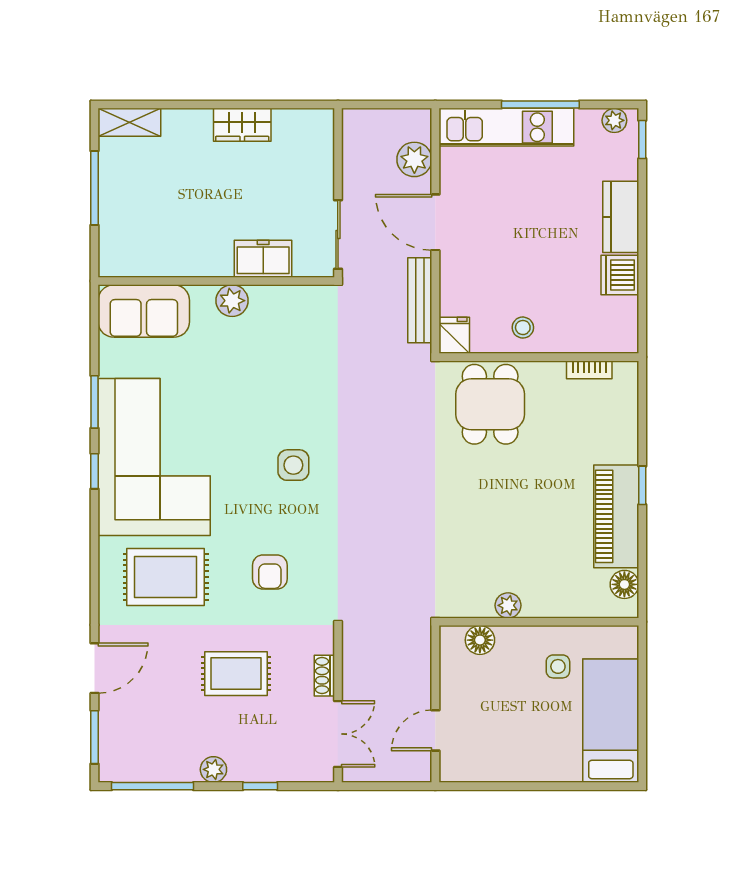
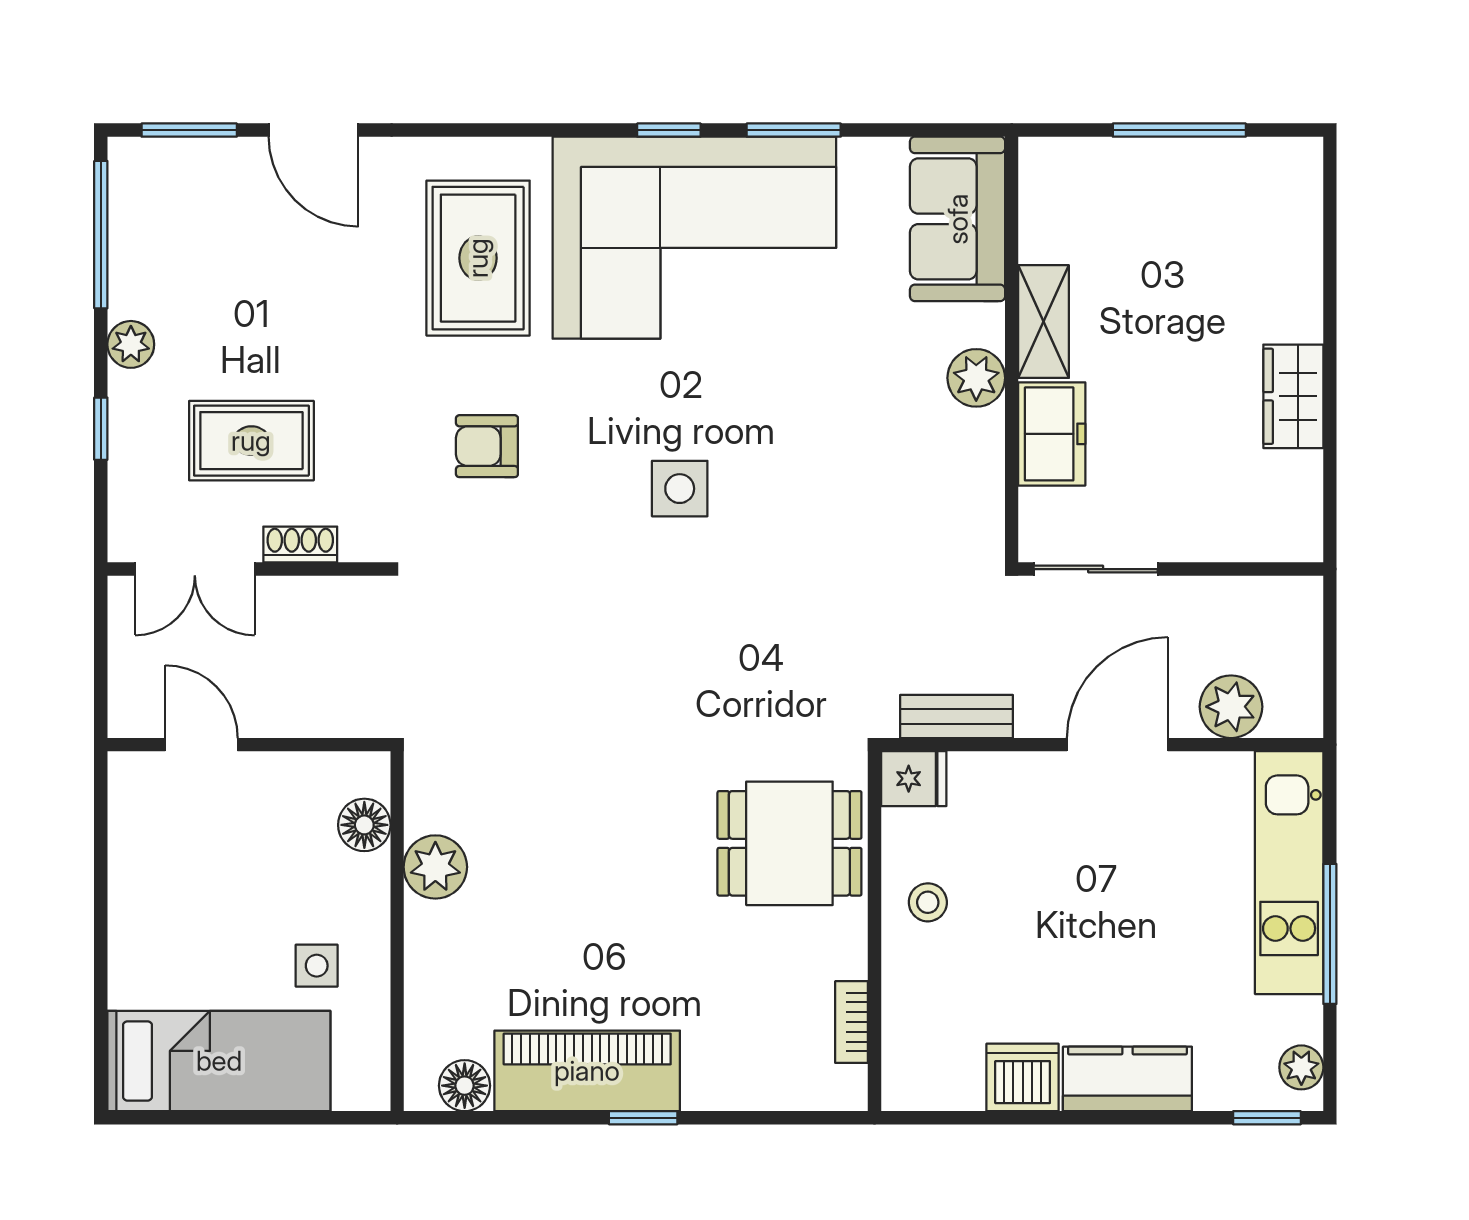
shelving: (129, 122) -> (1044, 322), moved
bench: (420, 300) -> (957, 716), width x0.73
plant: (508, 605) -> (435, 867), width x1.38, depth x1.38
rug: (236, 674) -> (251, 441), moved, turned 90

